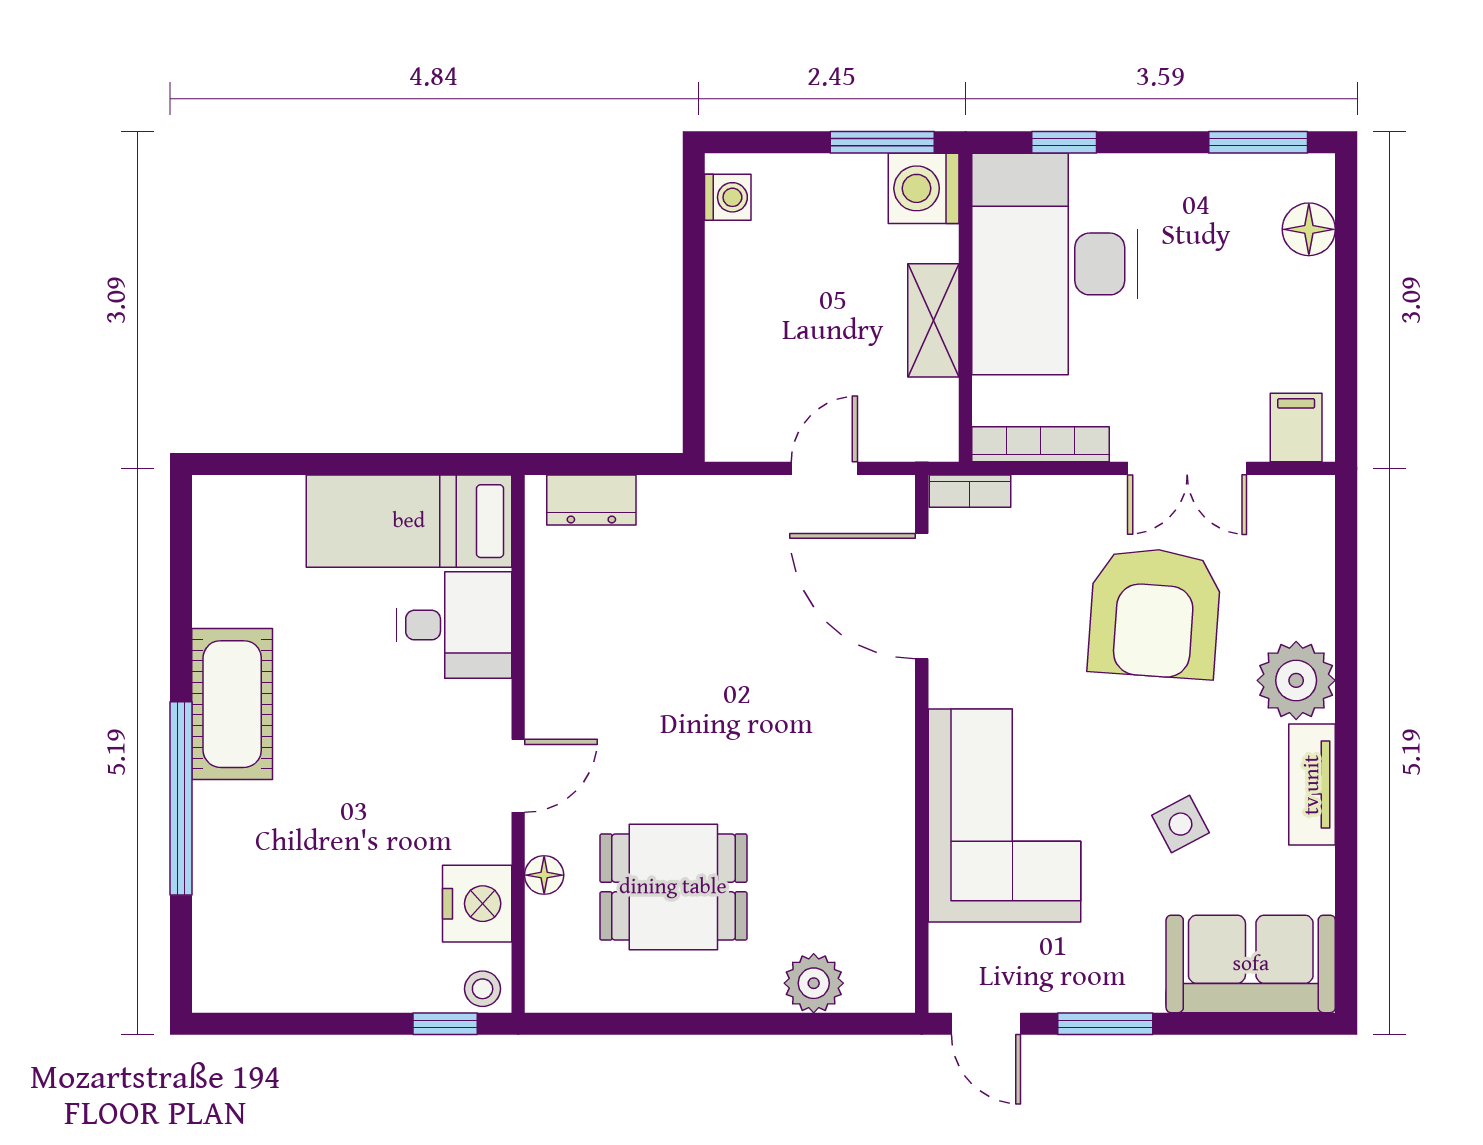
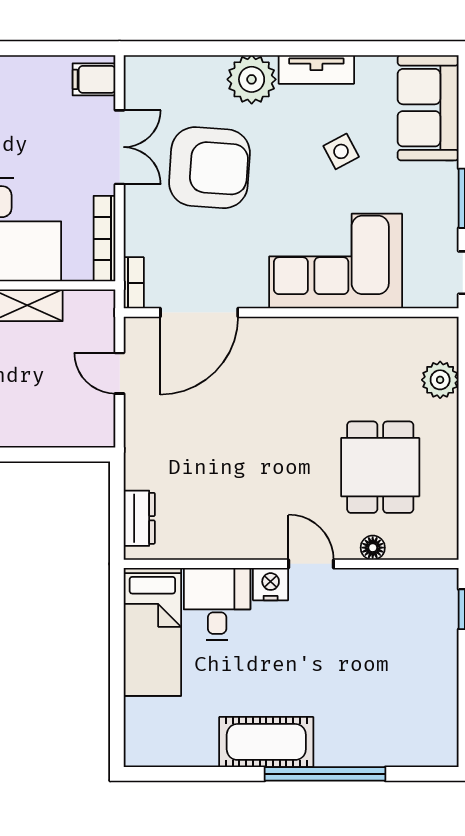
nightstand: (477, 904) -> (271, 584), moved, width x0.74, depth x0.75
stool: (483, 989) -> (444, 586), removed

